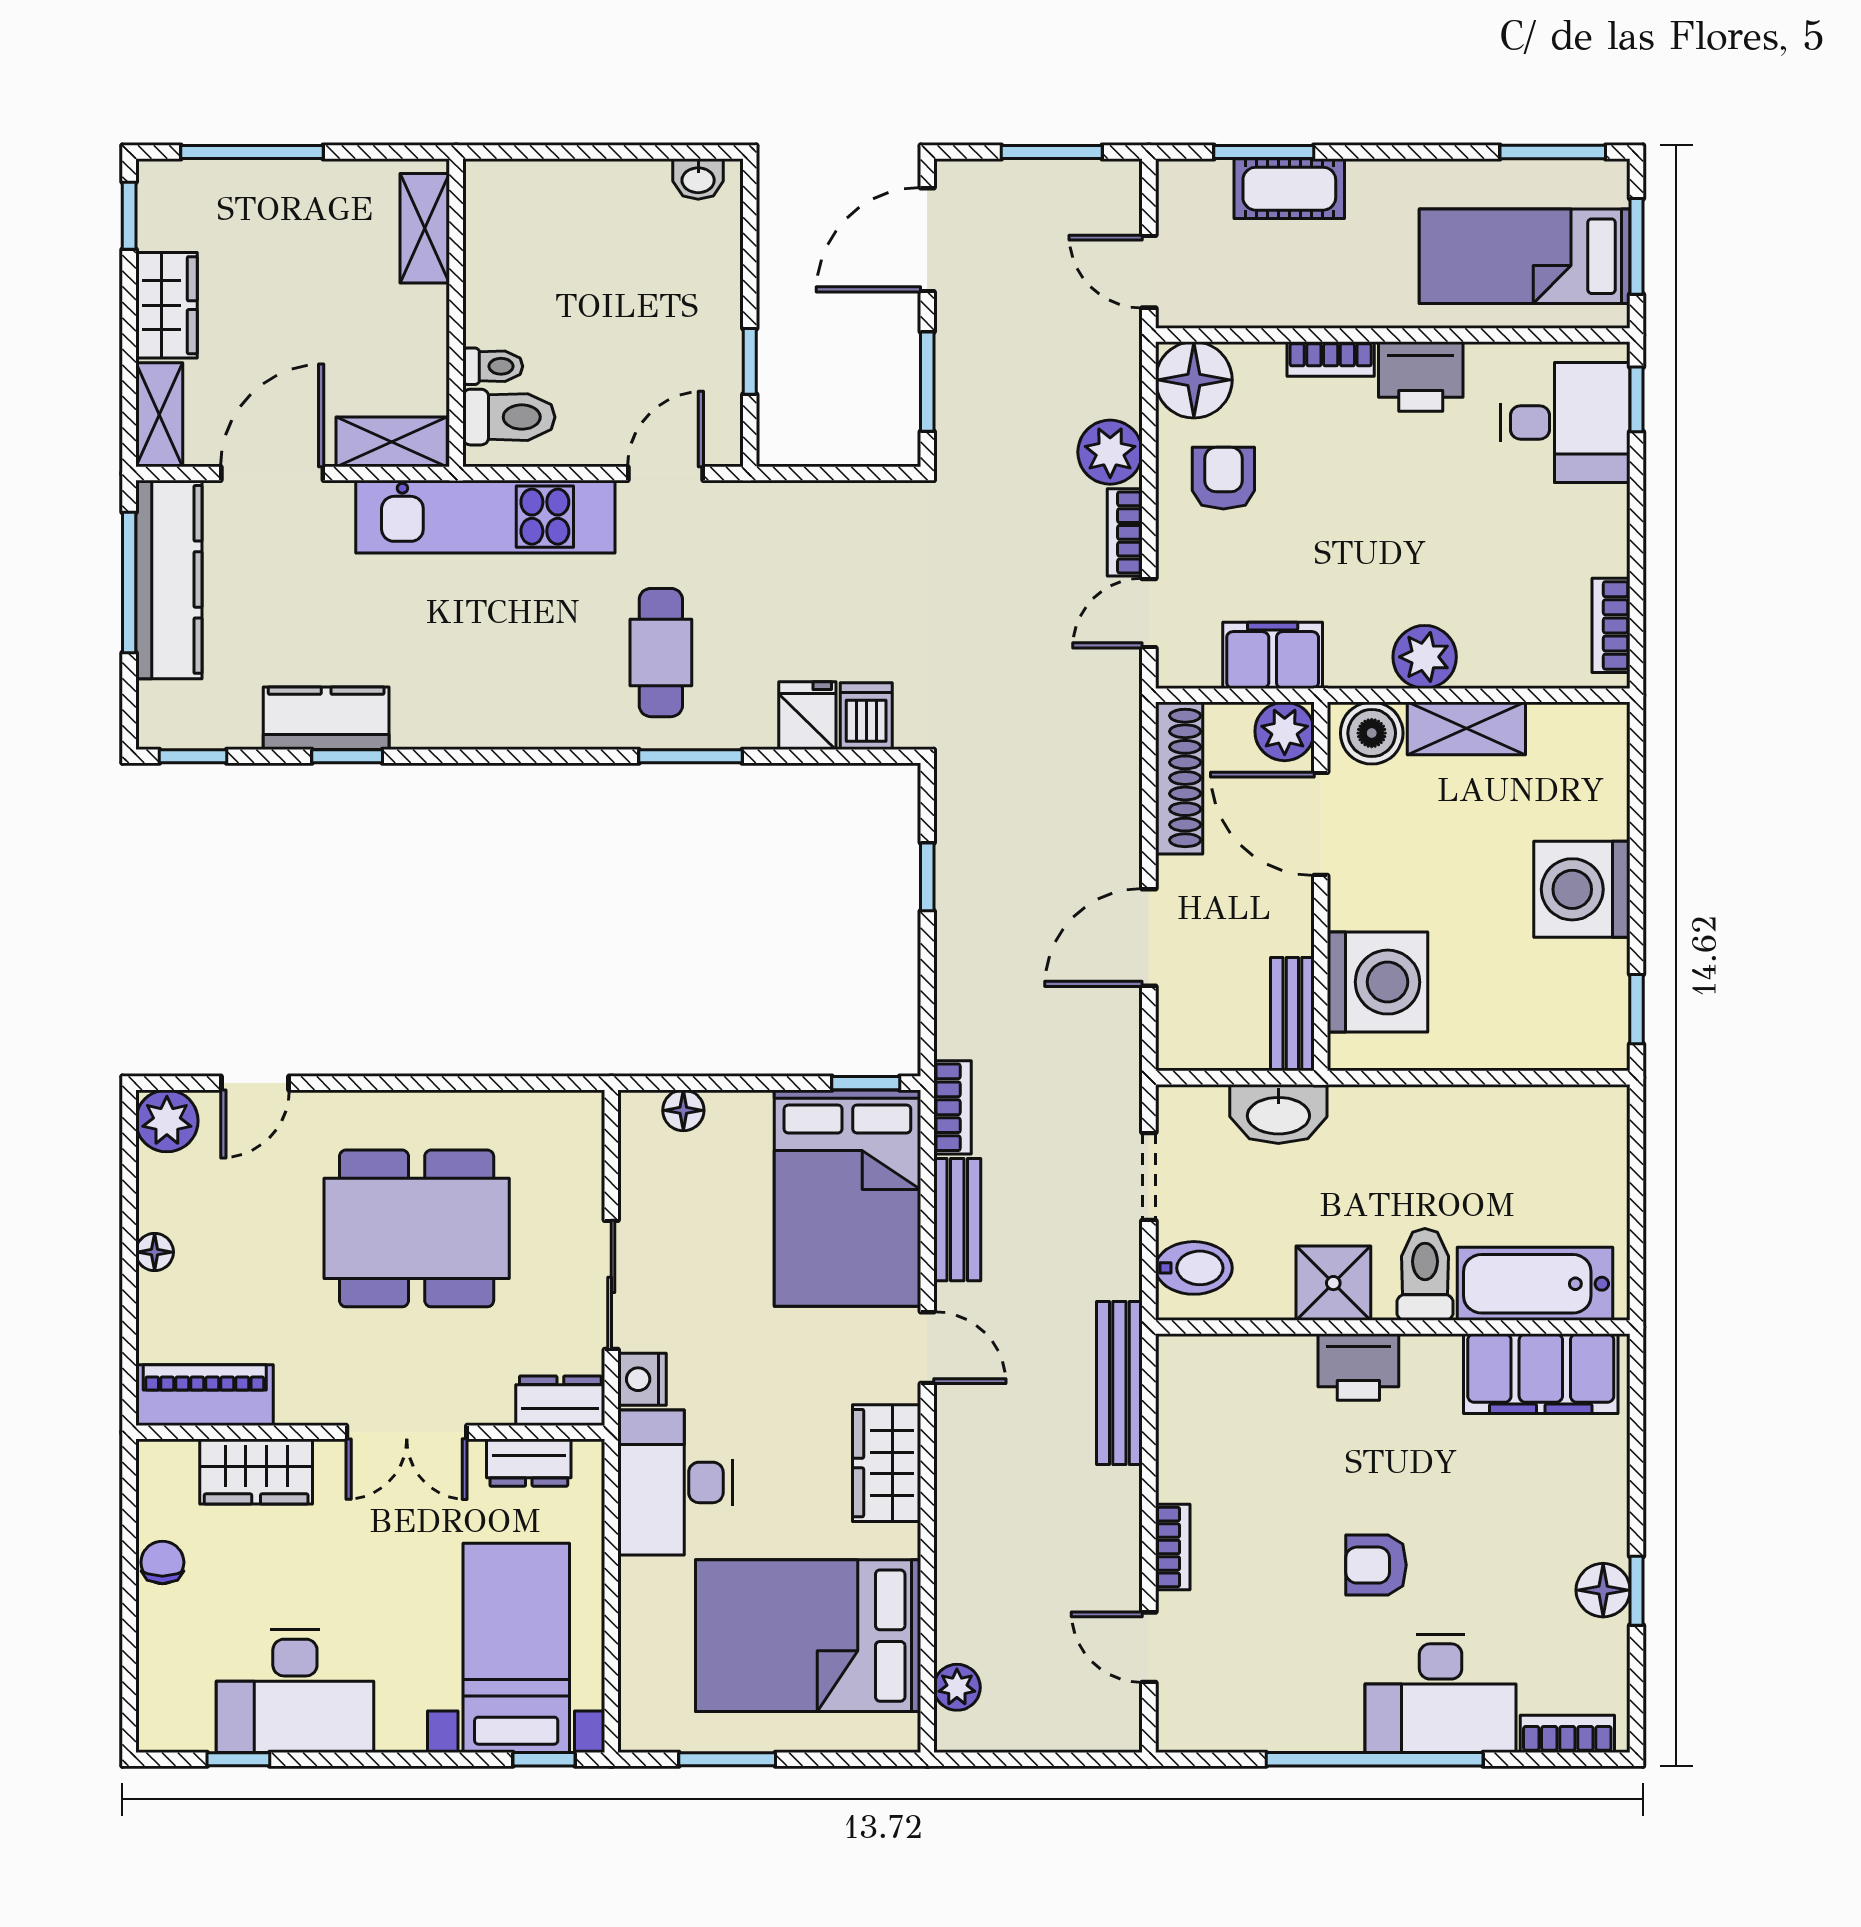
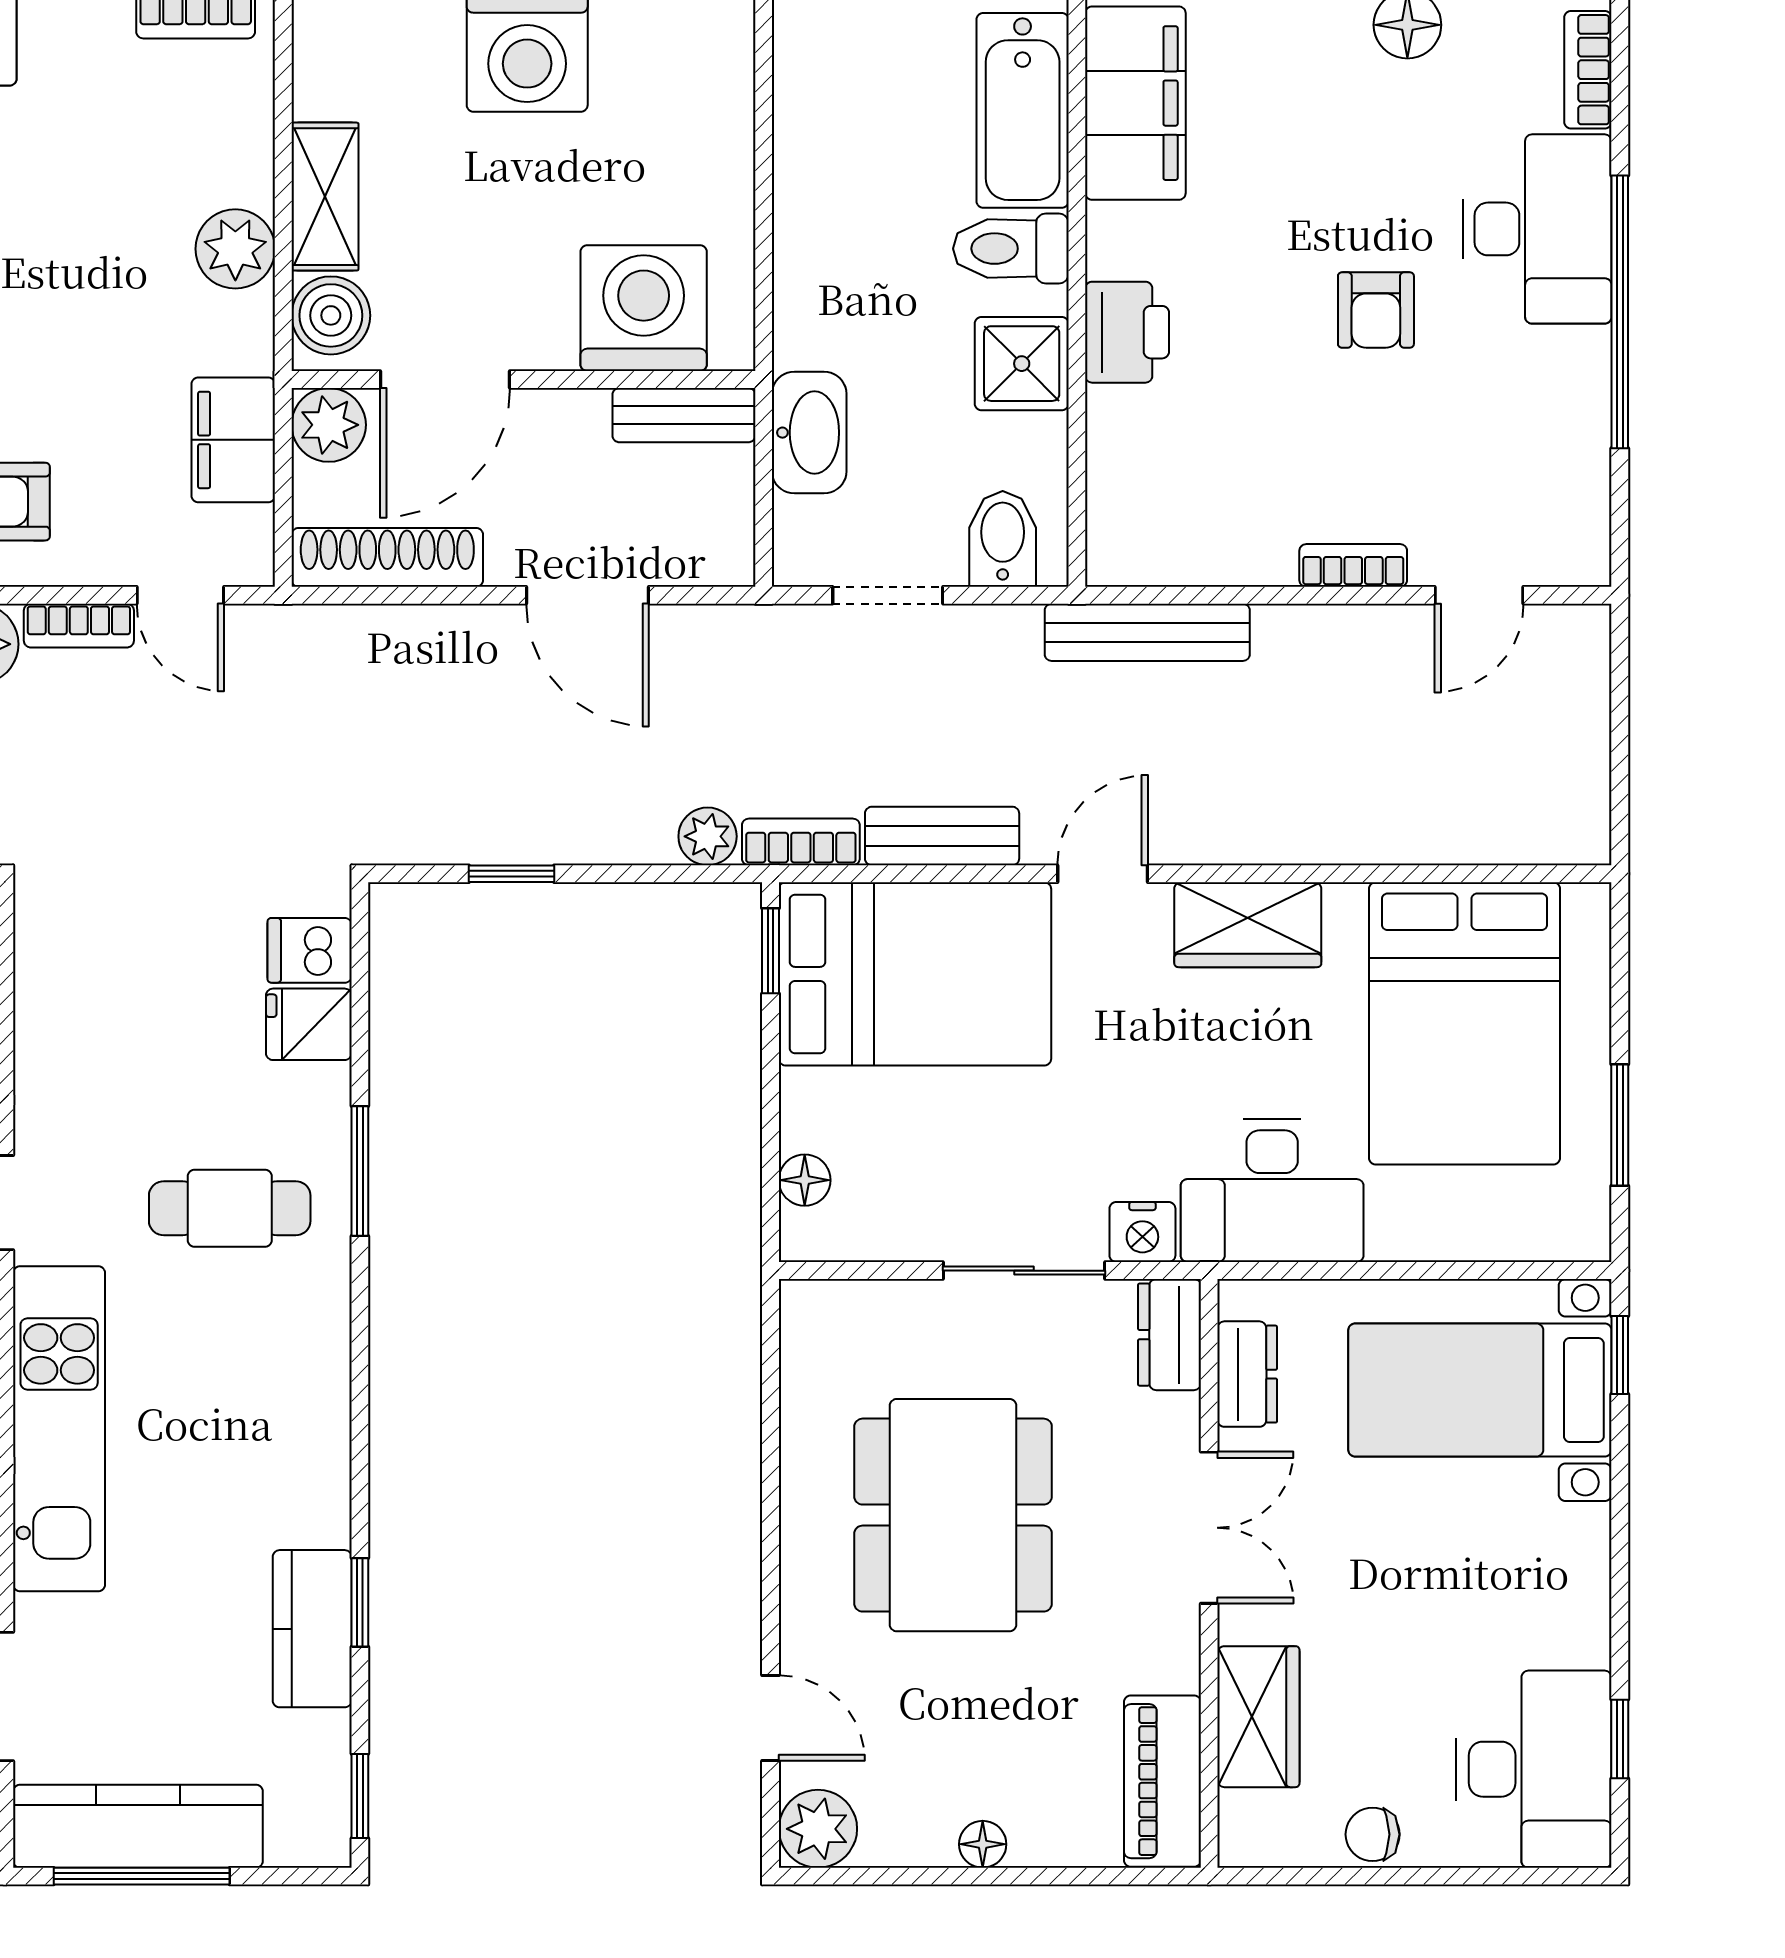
plant: (957, 1687) -> (708, 836), moved
desk: (295, 1691) -> (1534, 1769), moved

